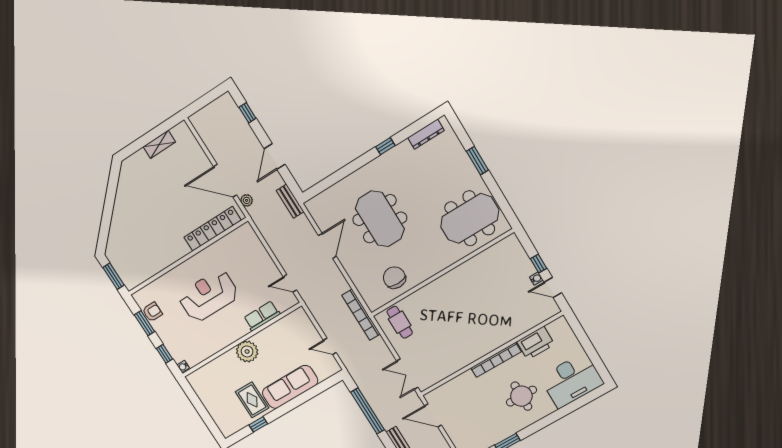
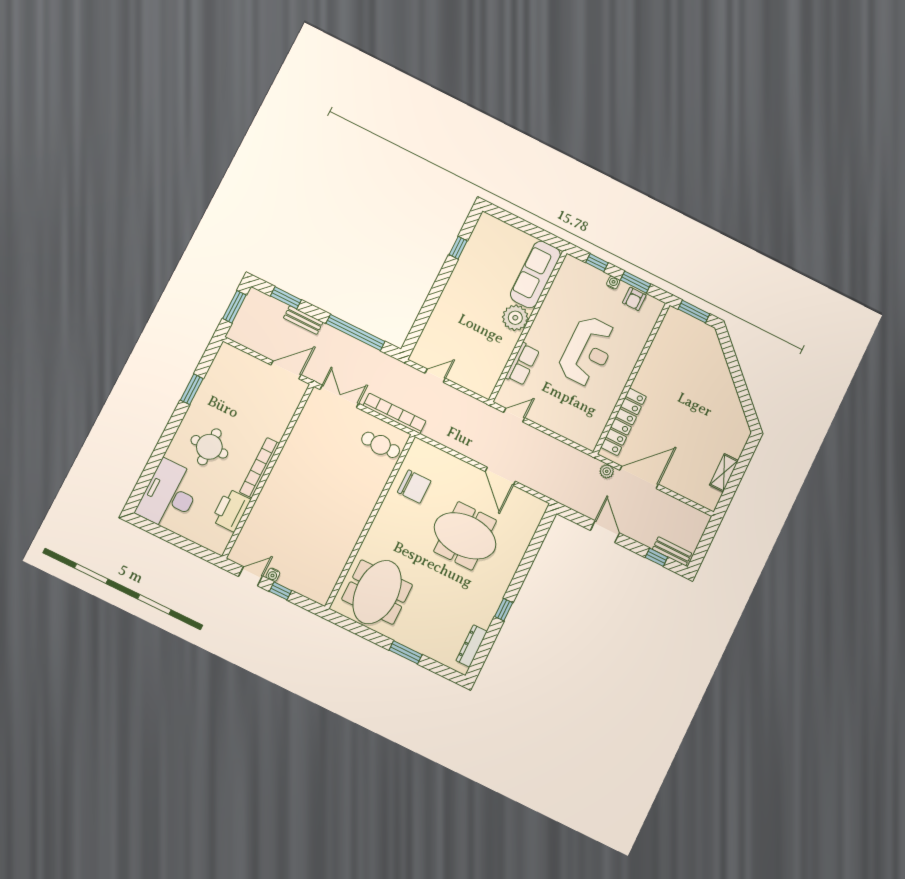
bench: (290, 201) -> (672, 551), moved
bookcase: (361, 315) -> (395, 413), moved
water cooler: (183, 366) -> (613, 283), moved
sofa: (290, 387) -> (535, 274), moved, turned 180
rug: (252, 400) -> (480, 270), removed

